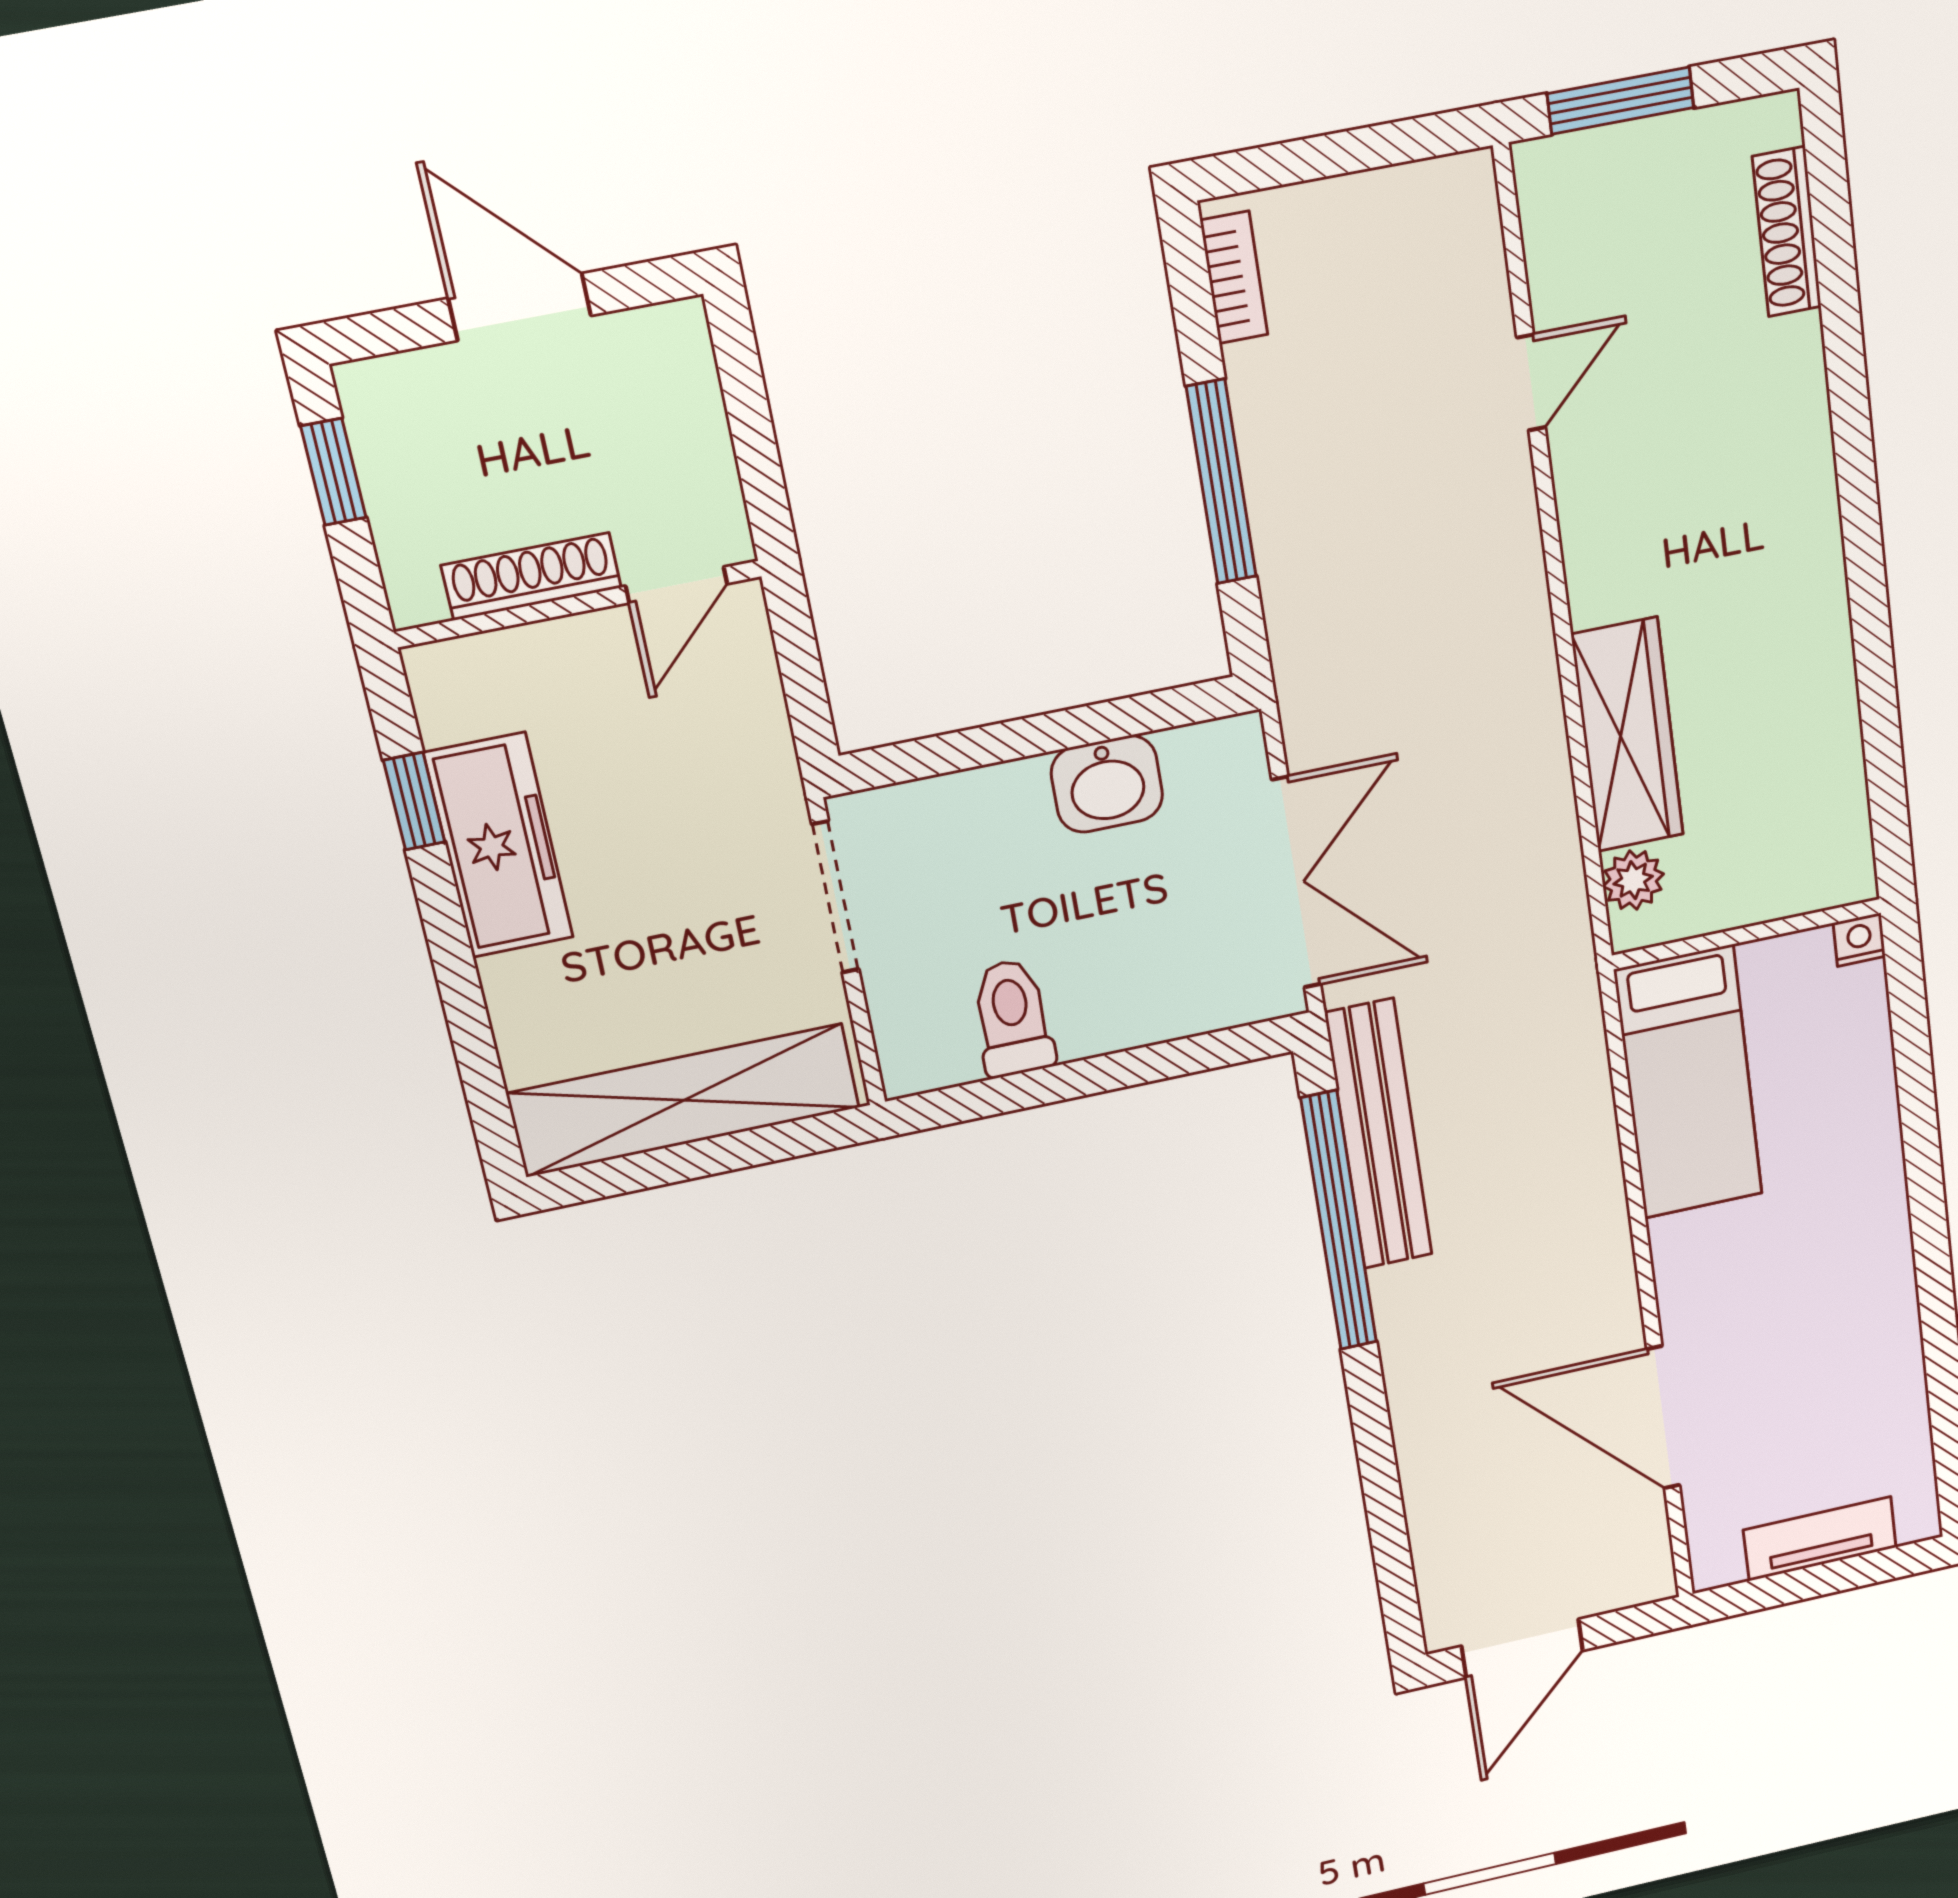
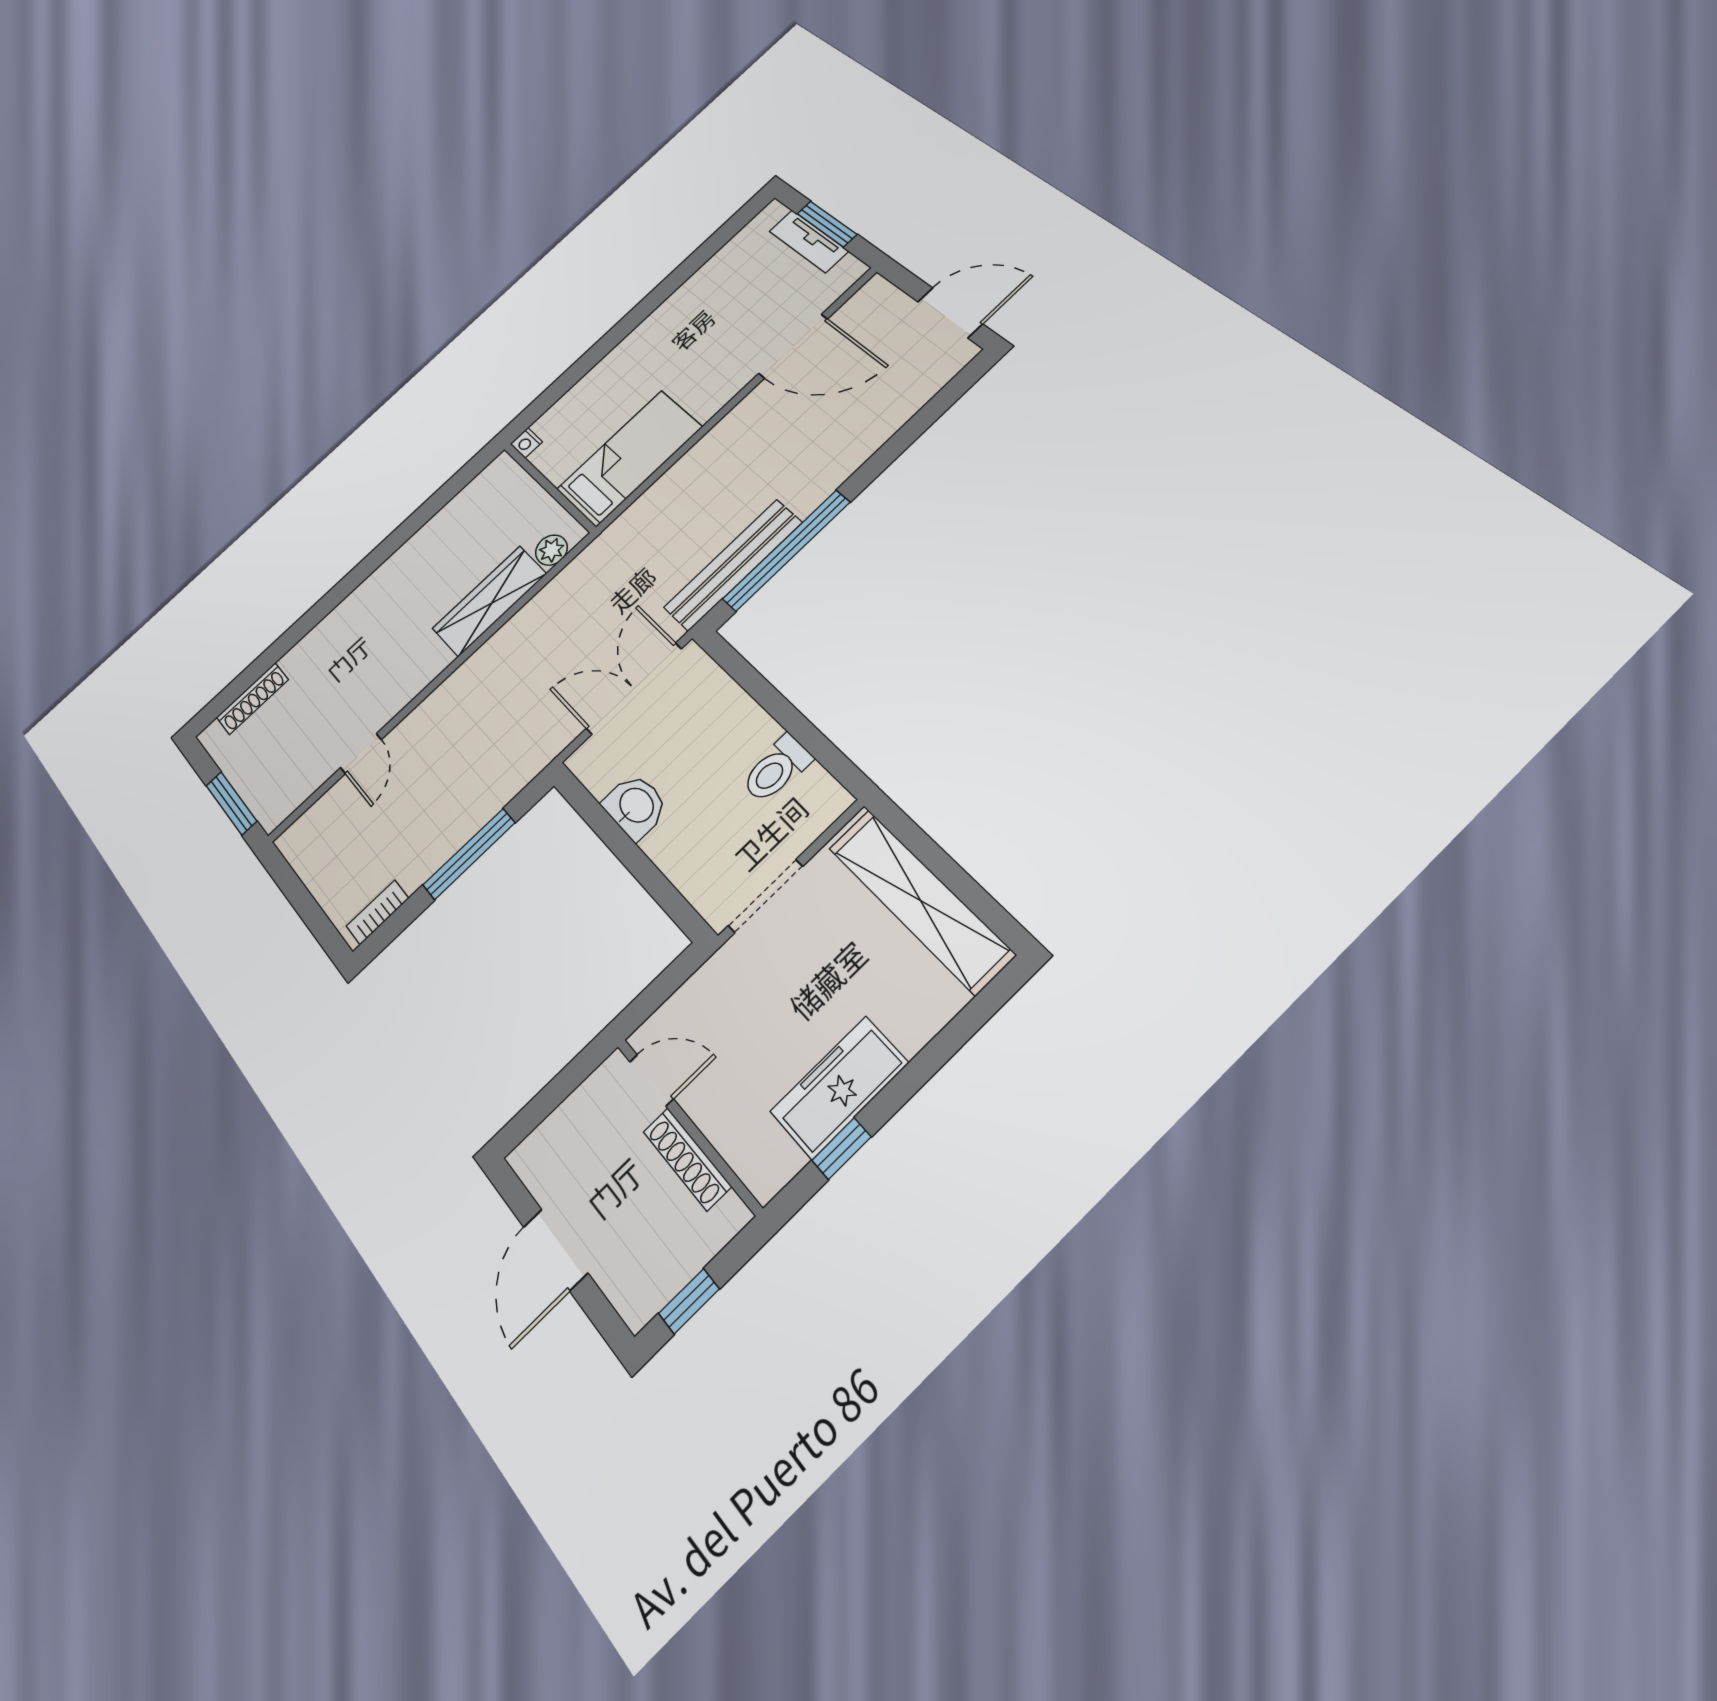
door: (1531, 383) -> (361, 754), swing flipped
door: (1663, 1418) -> (793, 346), hinge flipped
window: (1825, 1579) -> (827, 224), added

